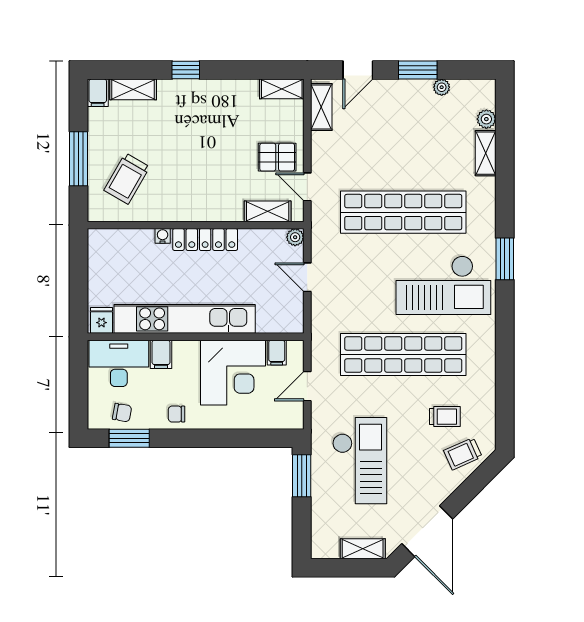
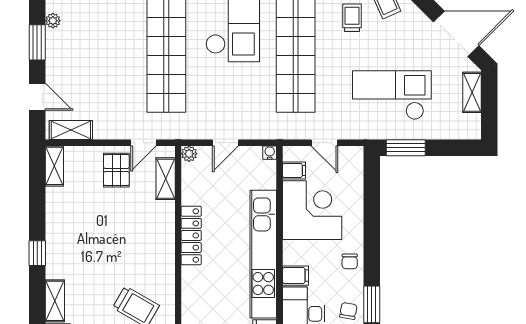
water cooler: (163, 236) -> (270, 153), moved, turned 90

